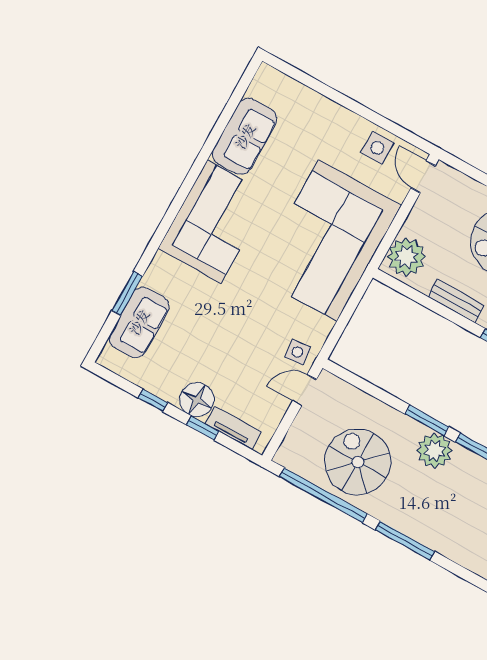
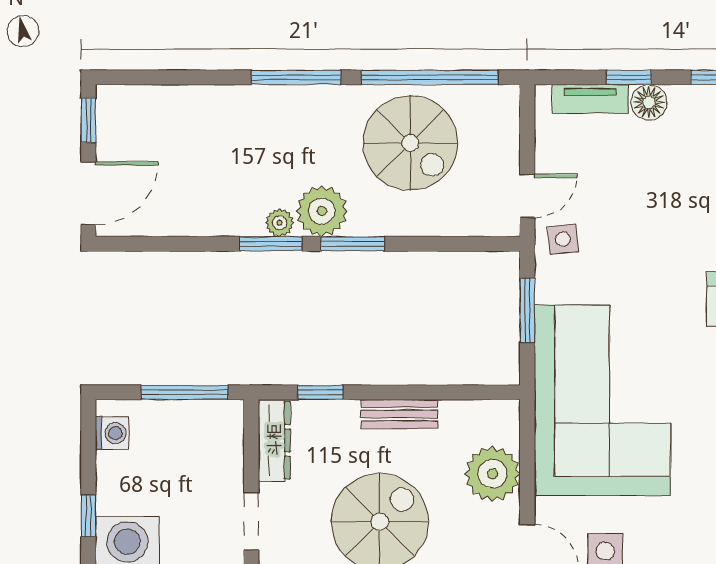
plant: (406, 257) -> (492, 474), moved
window: (343, 321) -> (527, 310), added
floor lamp: (197, 400) -> (649, 102), width x0.73, depth x0.73
plant: (464, 458) -> (280, 223), added

